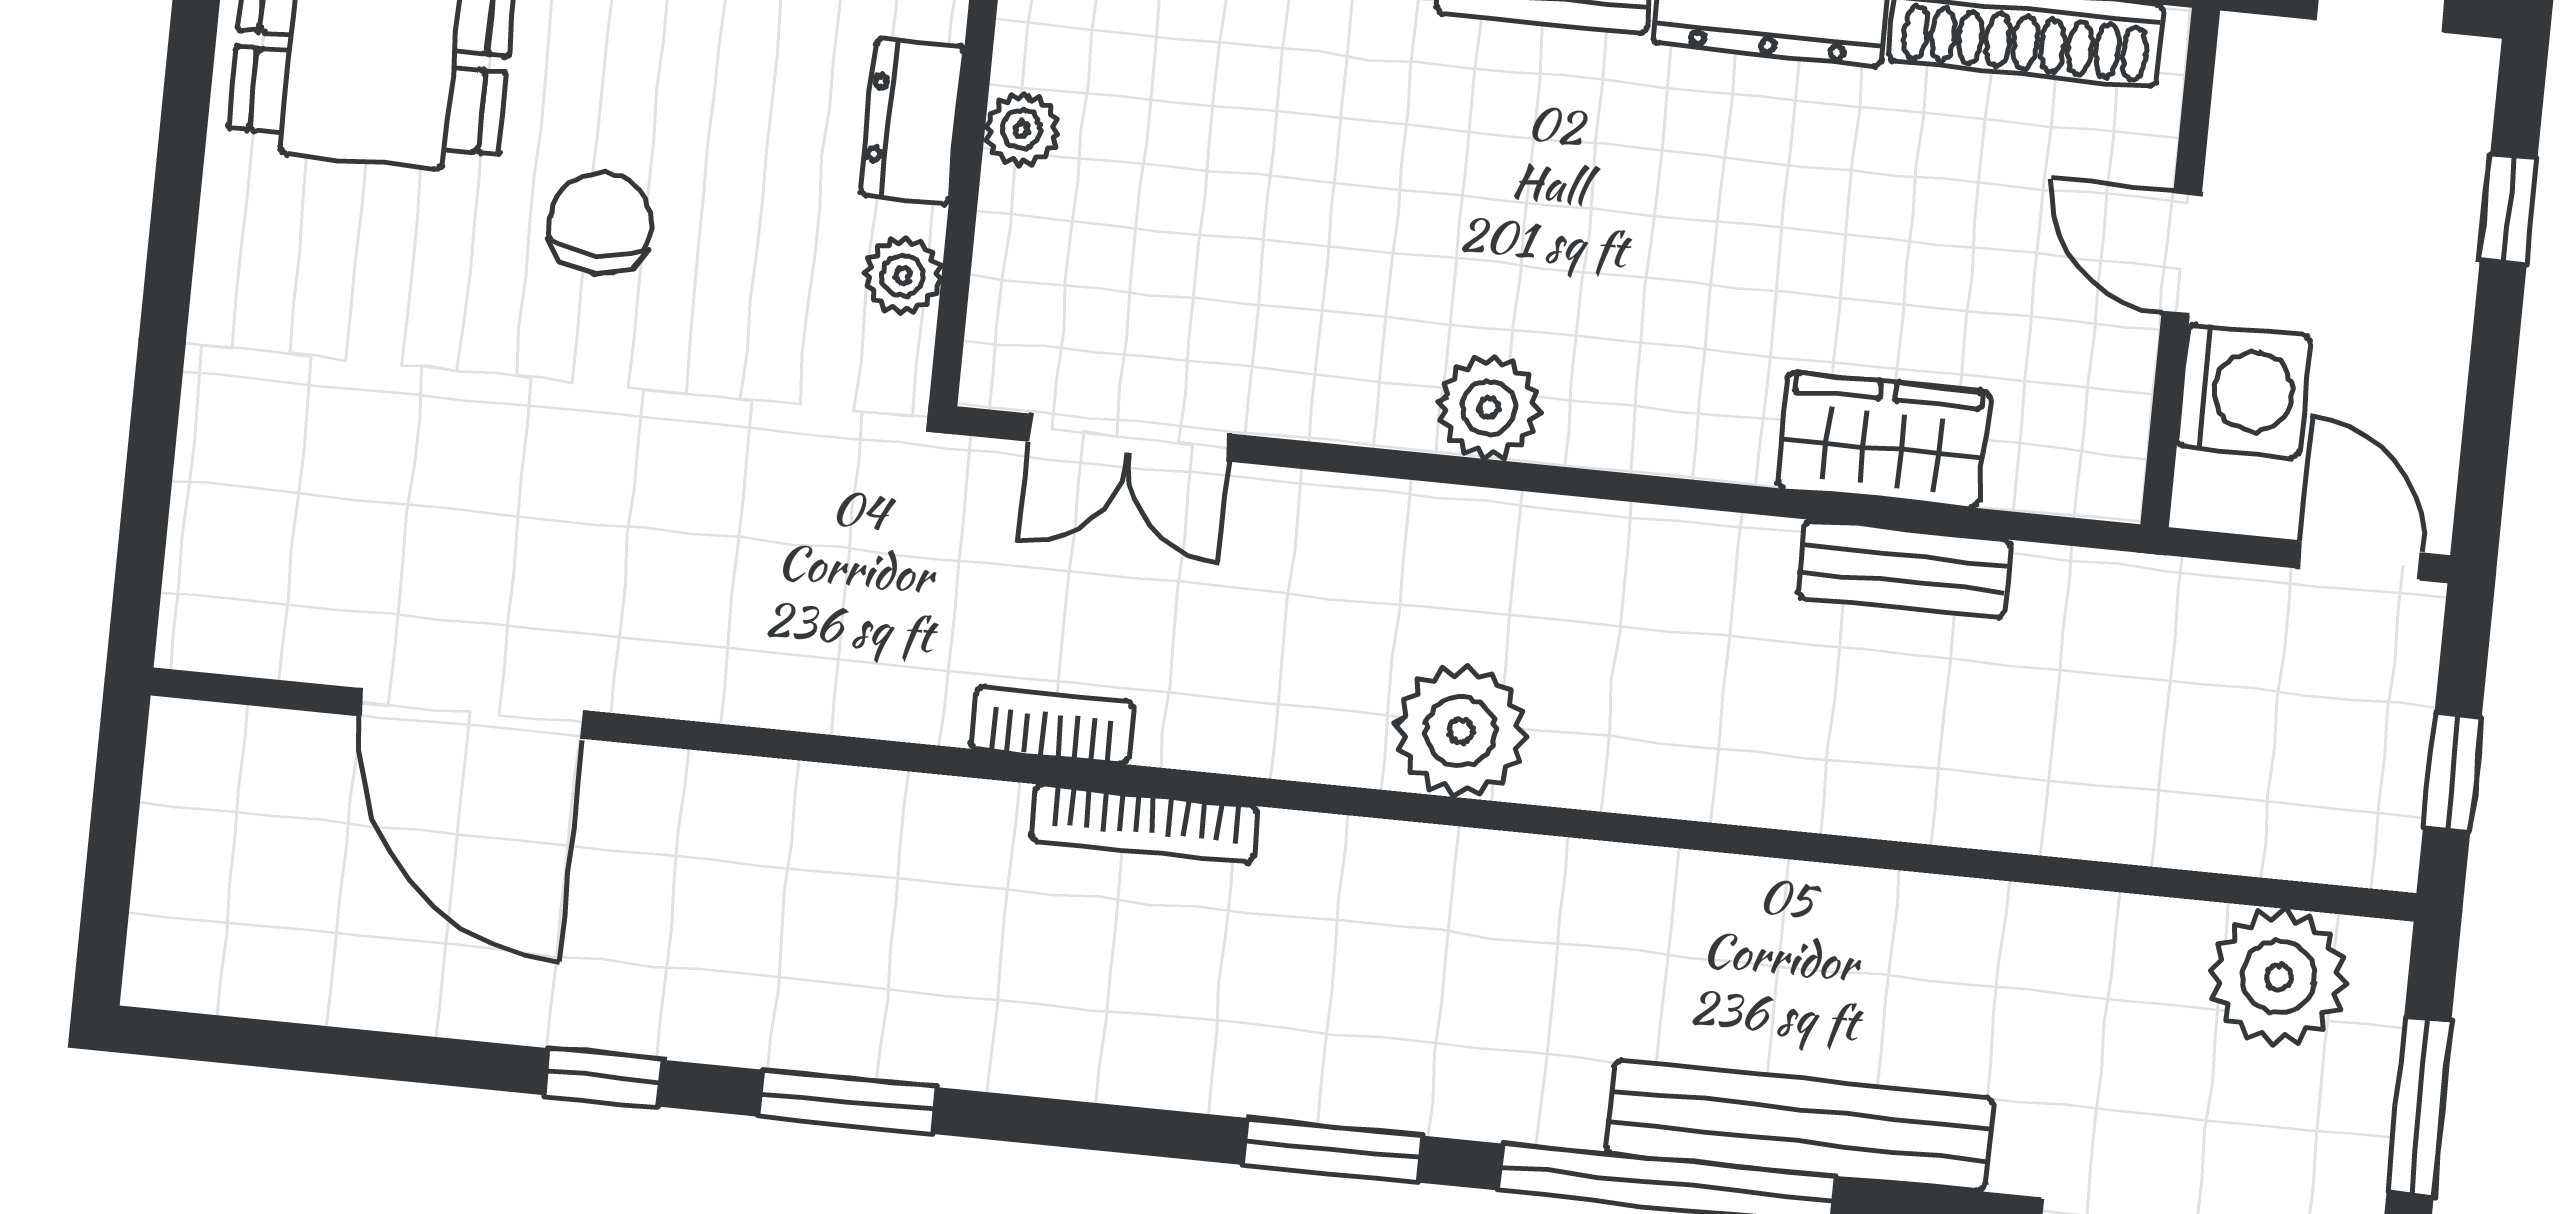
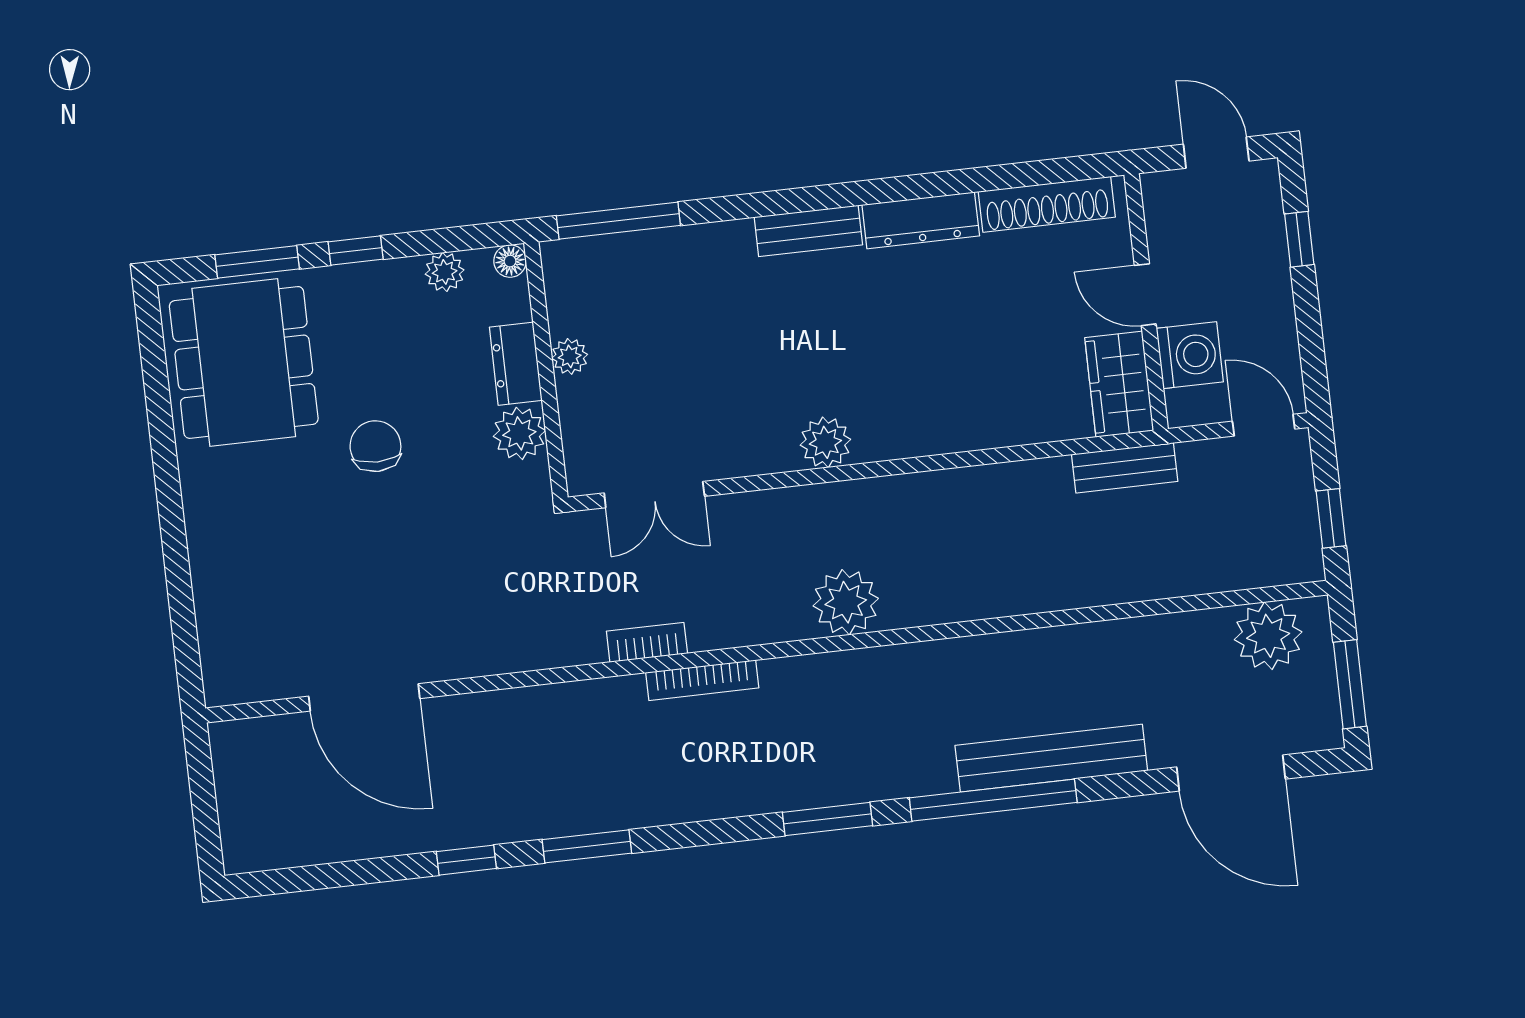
plant: (903, 276) -> (519, 433), width x1.38, depth x1.38
wardrobe: (1883, 440) -> (1119, 384), moved, turned -90
bench: (1904, 569) -> (1125, 468), moved

